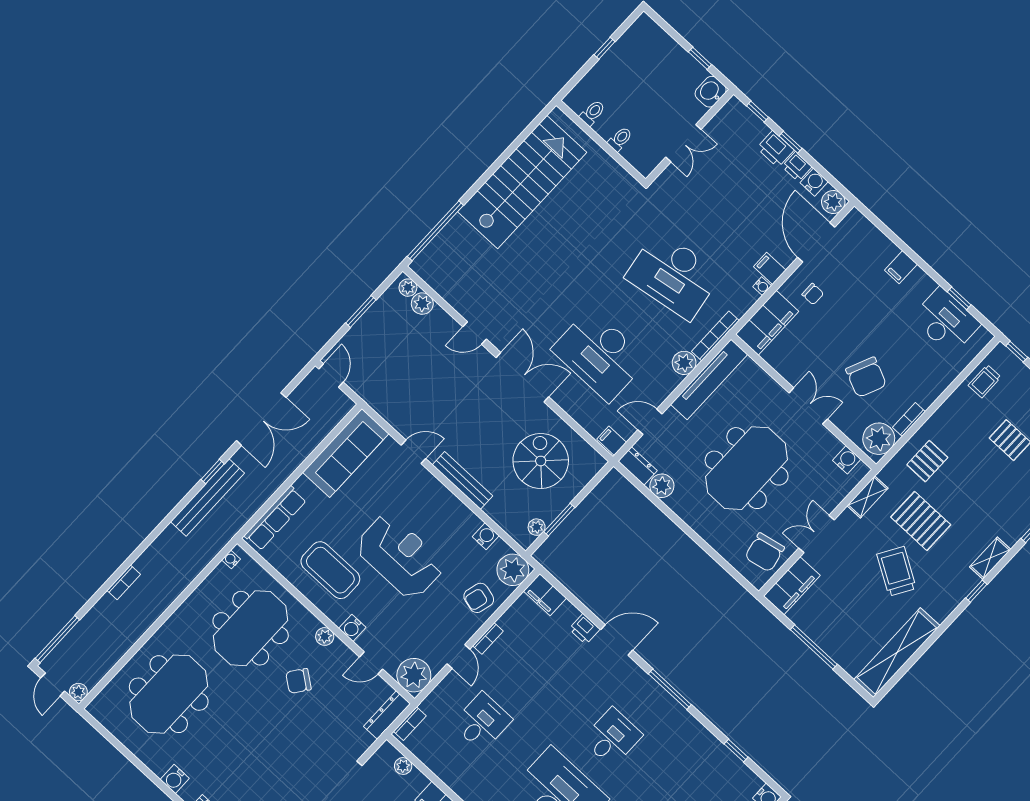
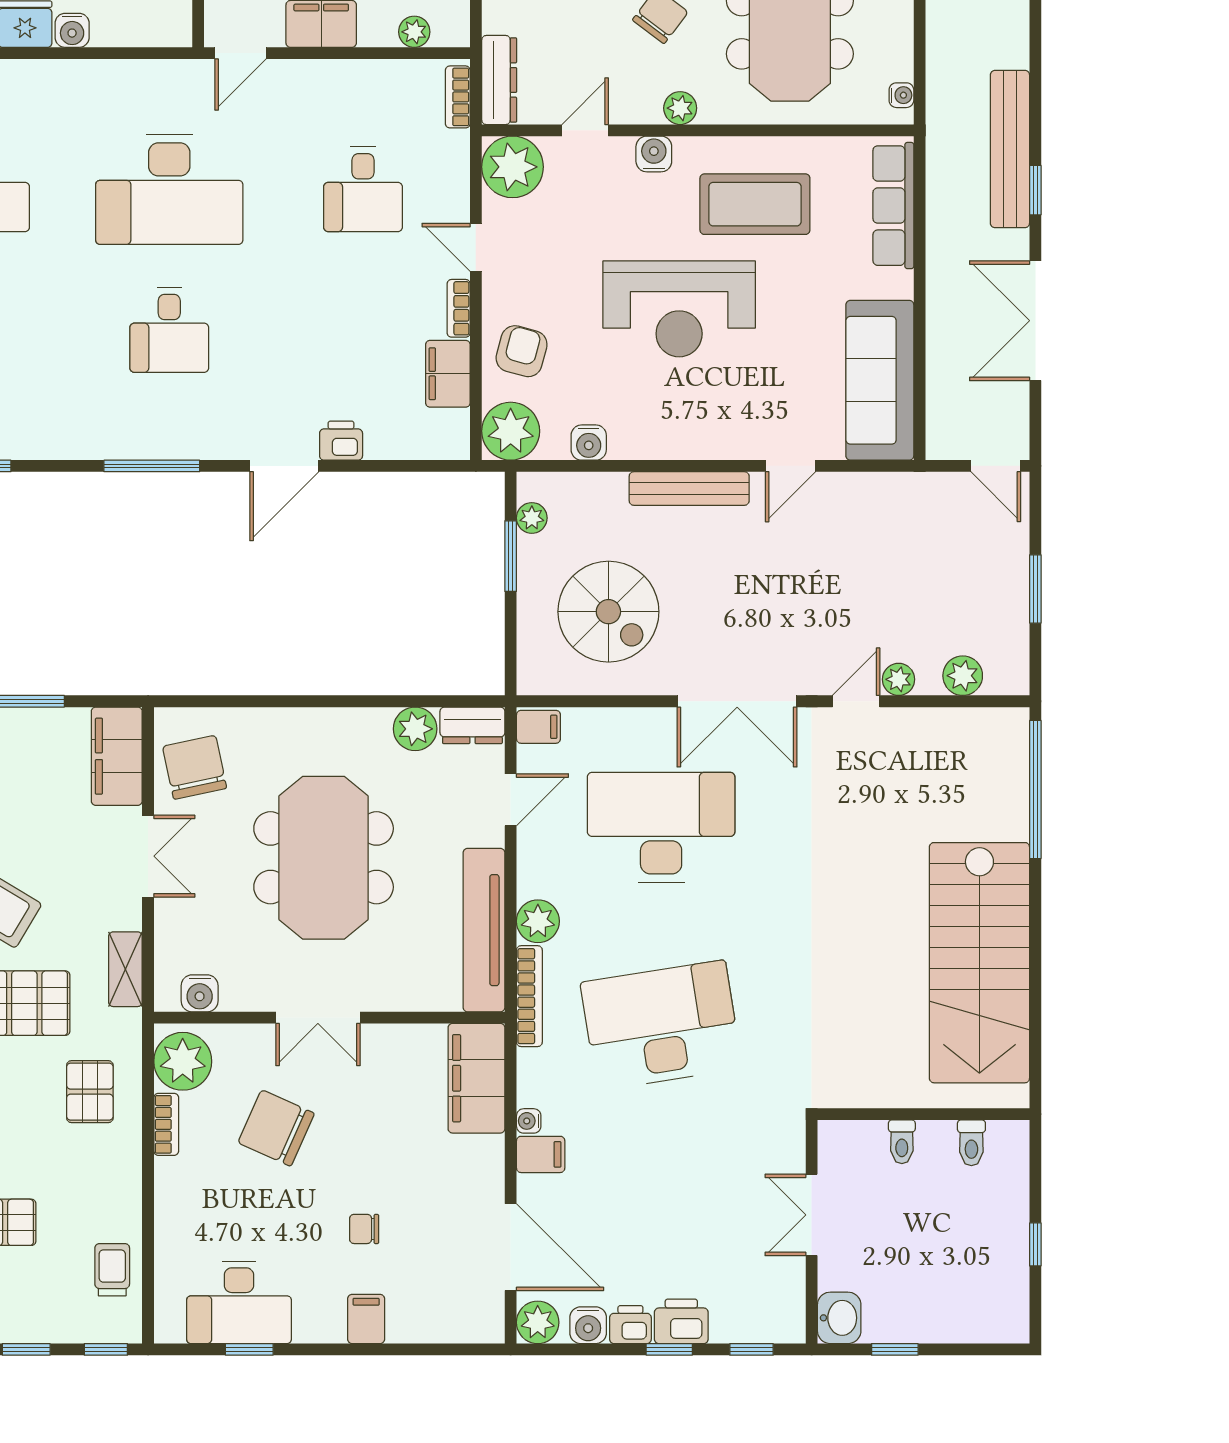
plant: (408, 288) -> (899, 679), moved
chair: (813, 294) -> (364, 1229), moved
filing cabinet: (545, 595) -> (448, 374), moved, turned -90

